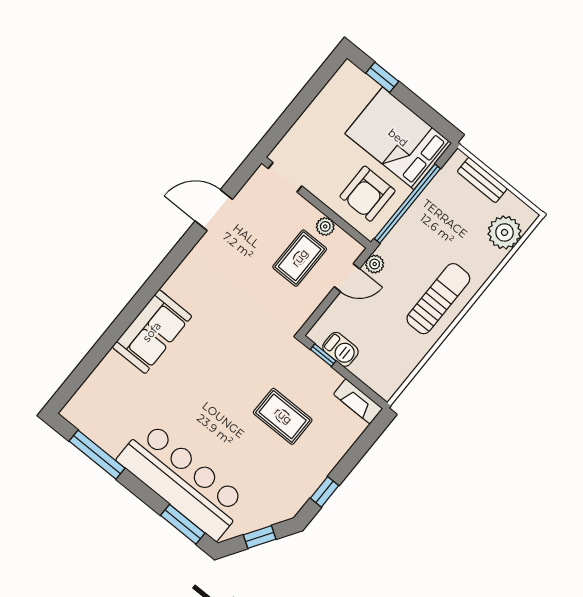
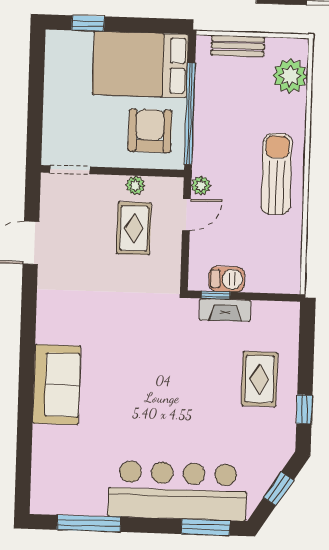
armchair: (368, 194) -> (150, 131), turned 180
fireplace: (358, 401) -> (225, 310), moved
rug: (283, 416) -> (260, 379), moved, turned 90

